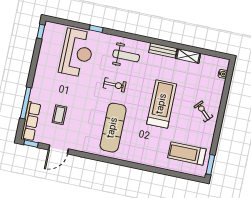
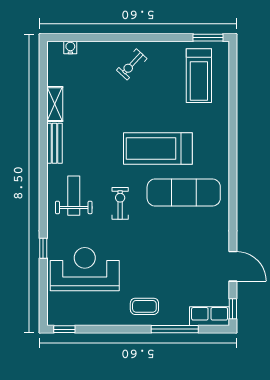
treadmill: (162, 104) -> (158, 148), moved
coffee table: (59, 115) -> (144, 306), moved
row of seats: (31, 121) -> (210, 316), width x0.68

